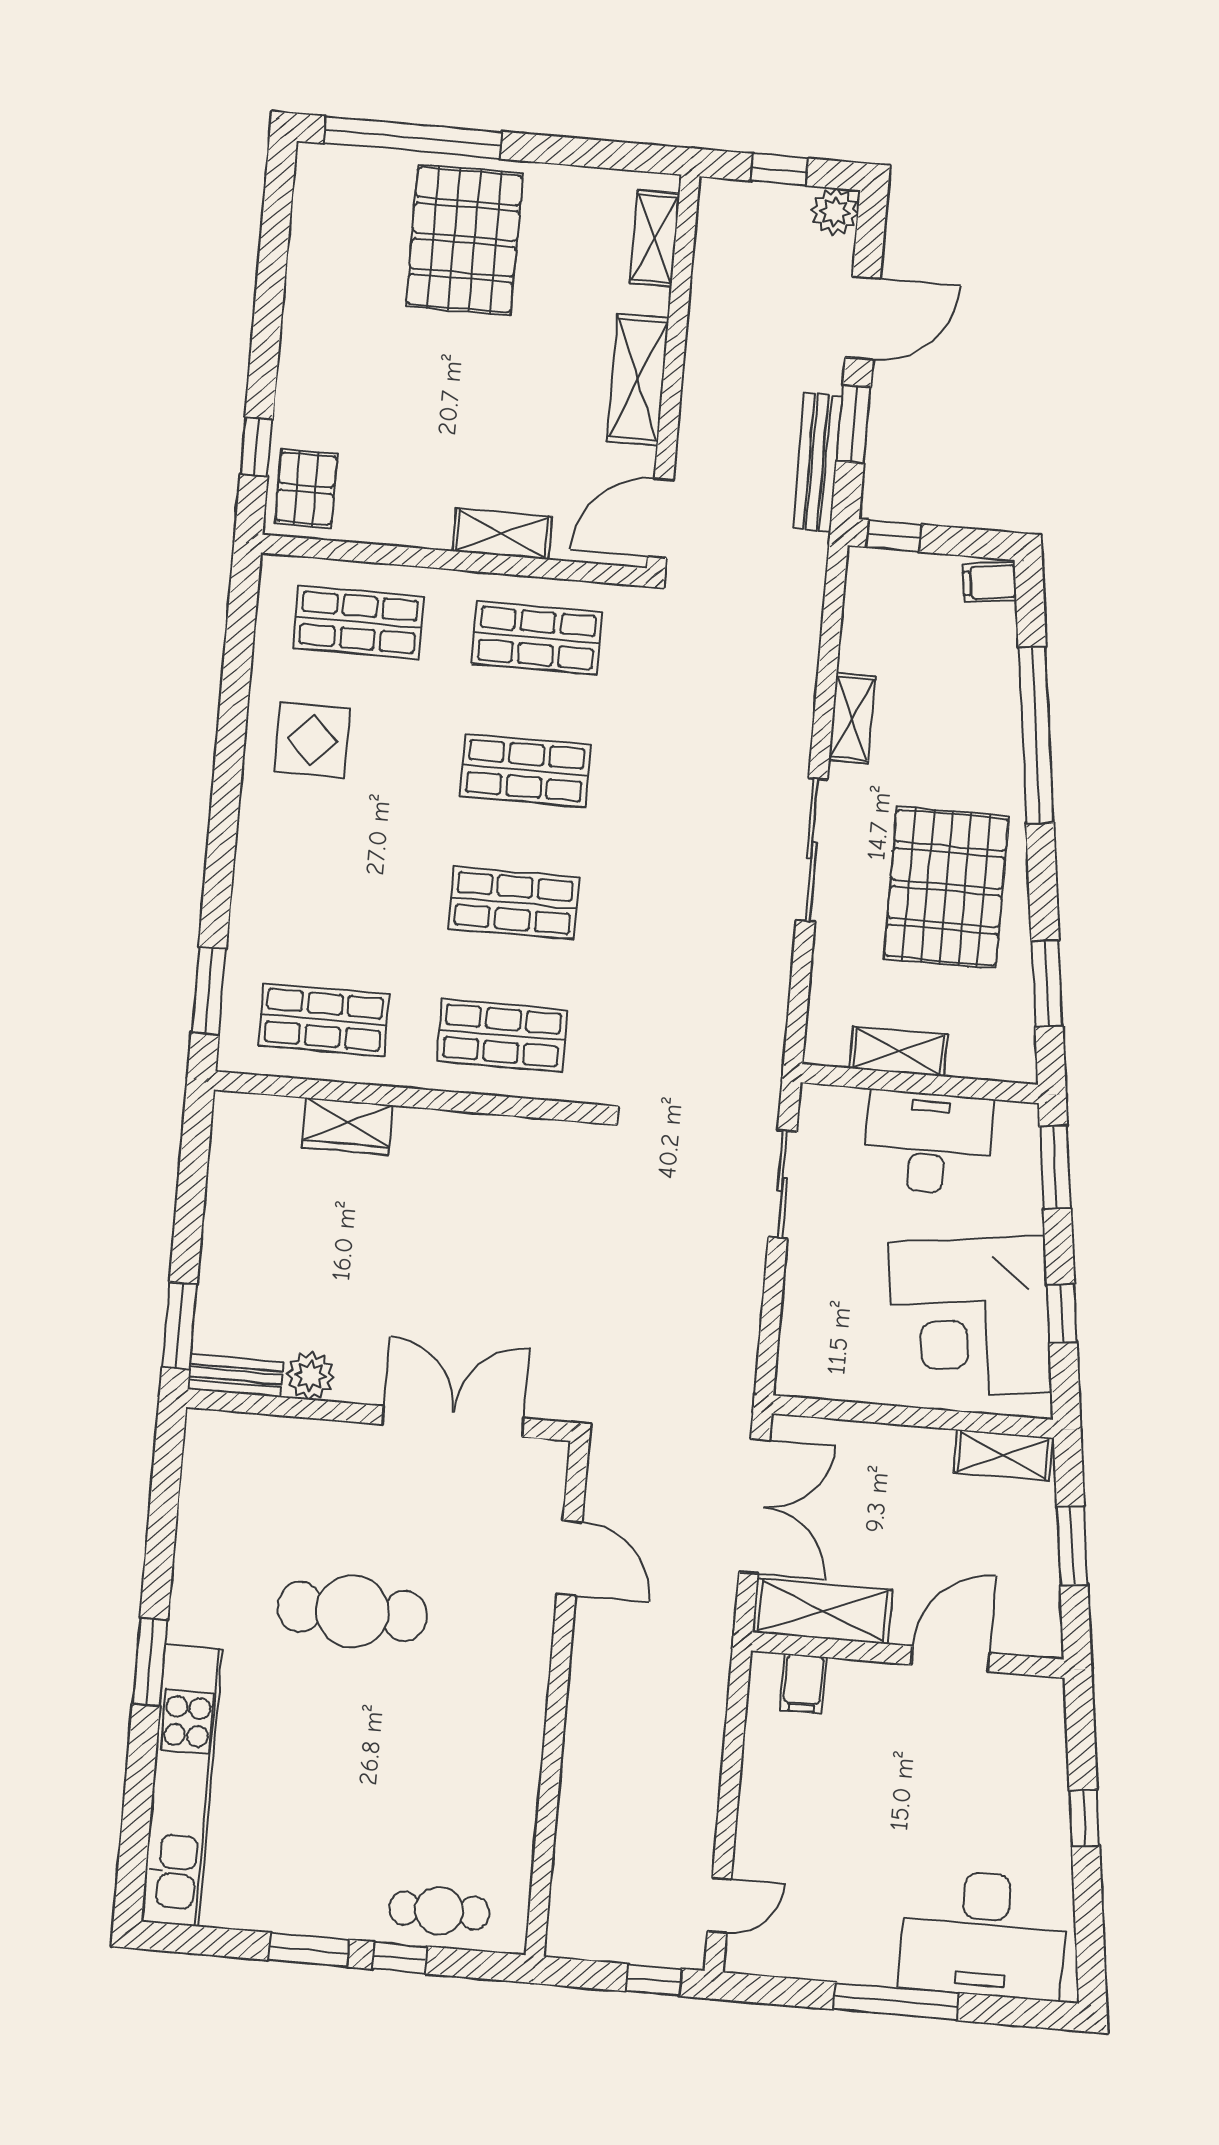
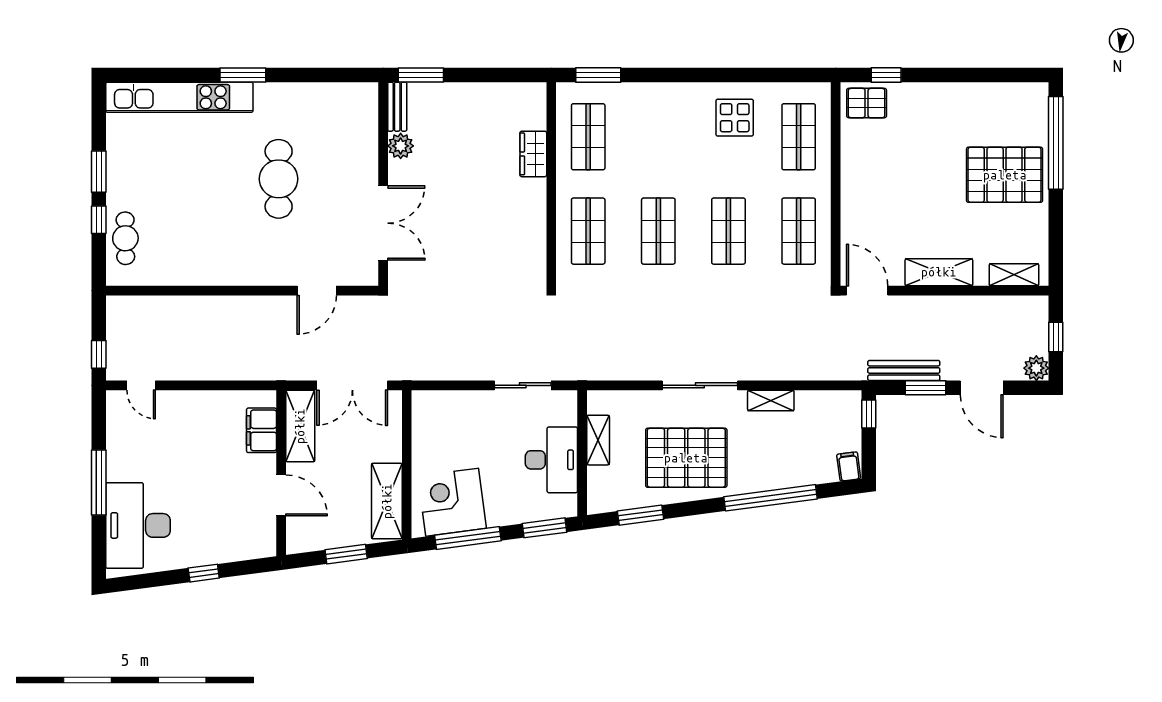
shelving: (502, 534) -> (852, 208), removed
window: (1062, 1313) -> (468, 538), width x2.17
corner desk: (970, 1317) -> (452, 502), width x0.74, depth x0.74
shelving: (1003, 1455) -> (387, 501), width x1.50, depth x1.33
filing cabinet: (803, 1683) -> (262, 430), width x2.00

